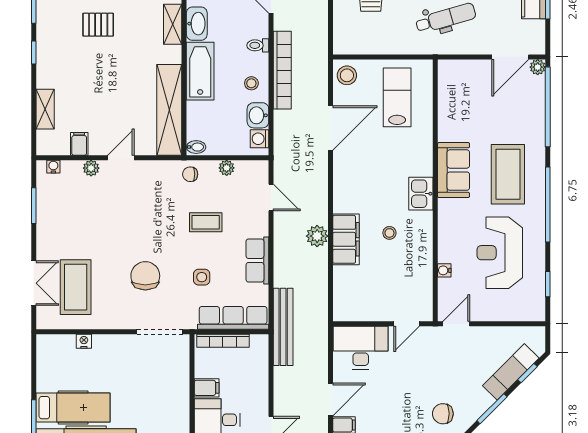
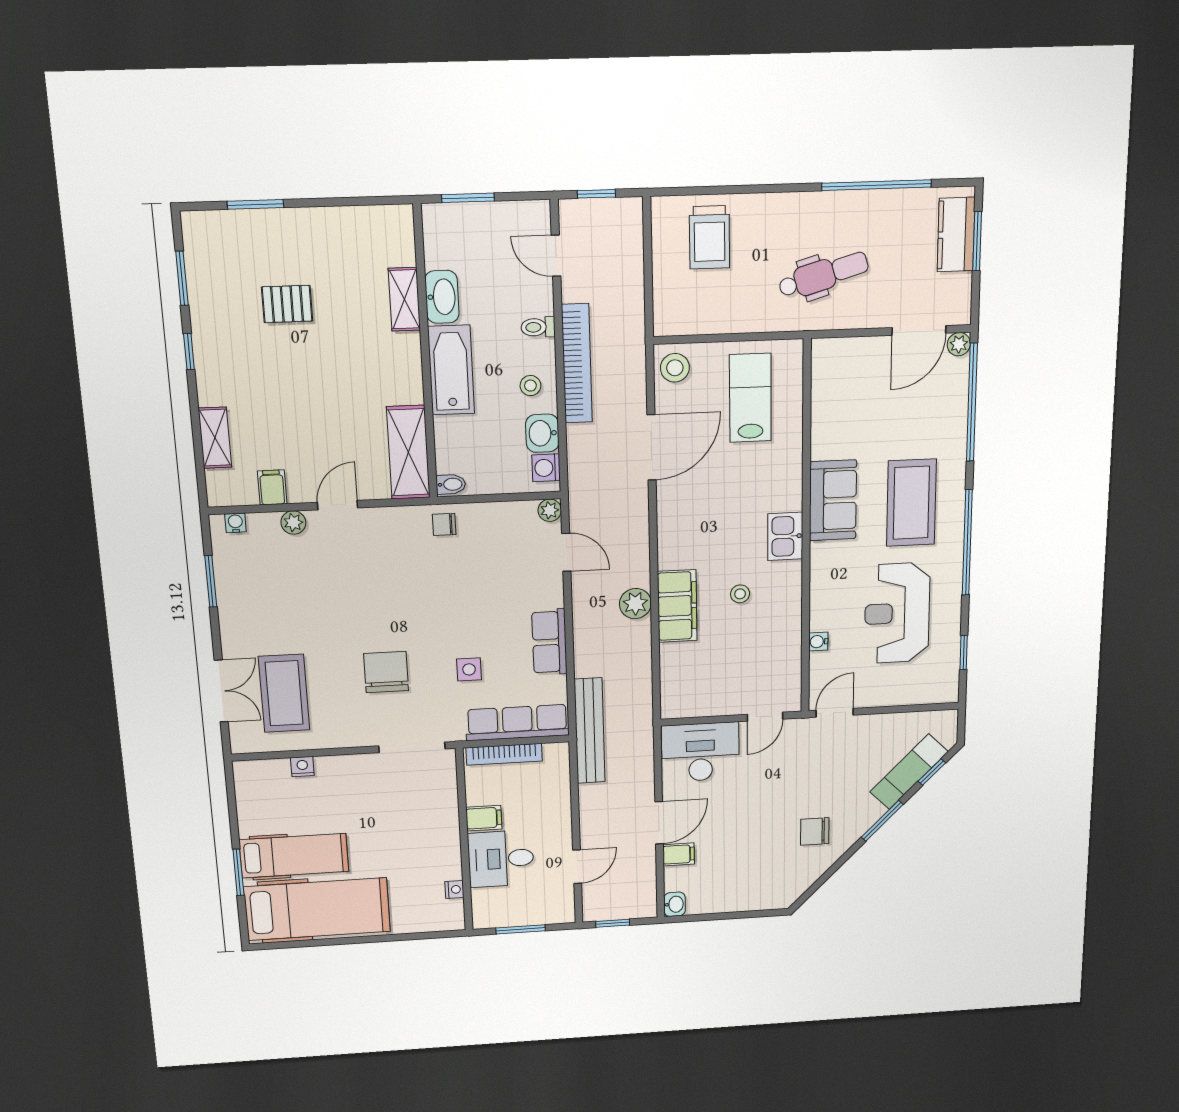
shelving: (169, 110) -> (408, 452), width x0.68
plant: (227, 168) -> (550, 510), moved
coffee table: (206, 222) -> (471, 592), removed

